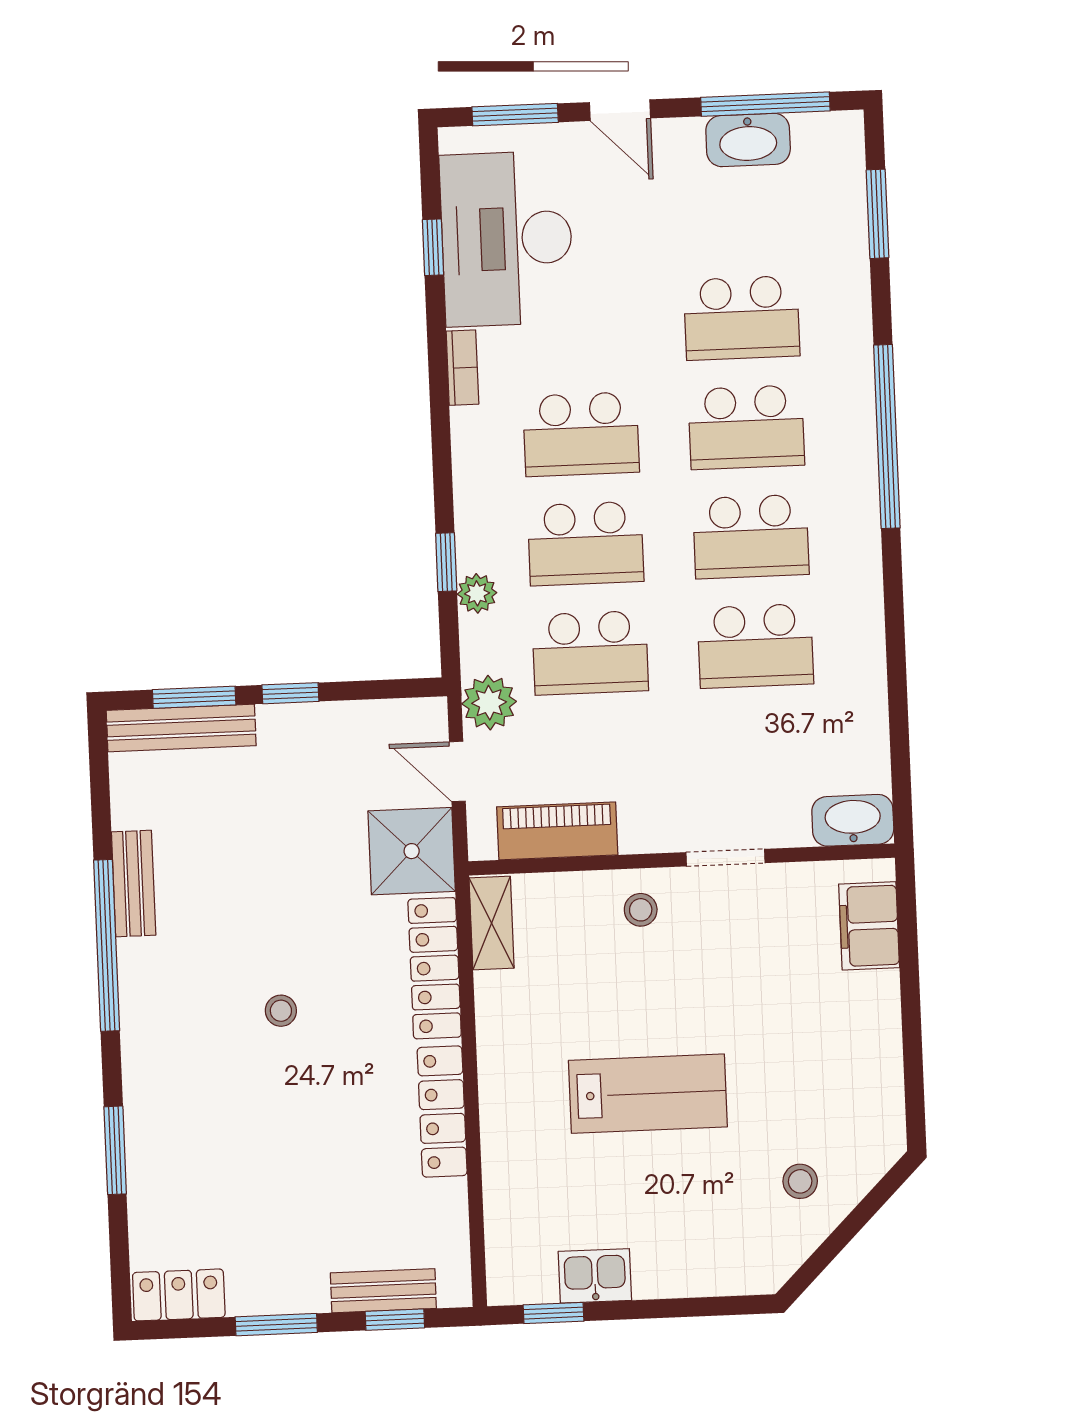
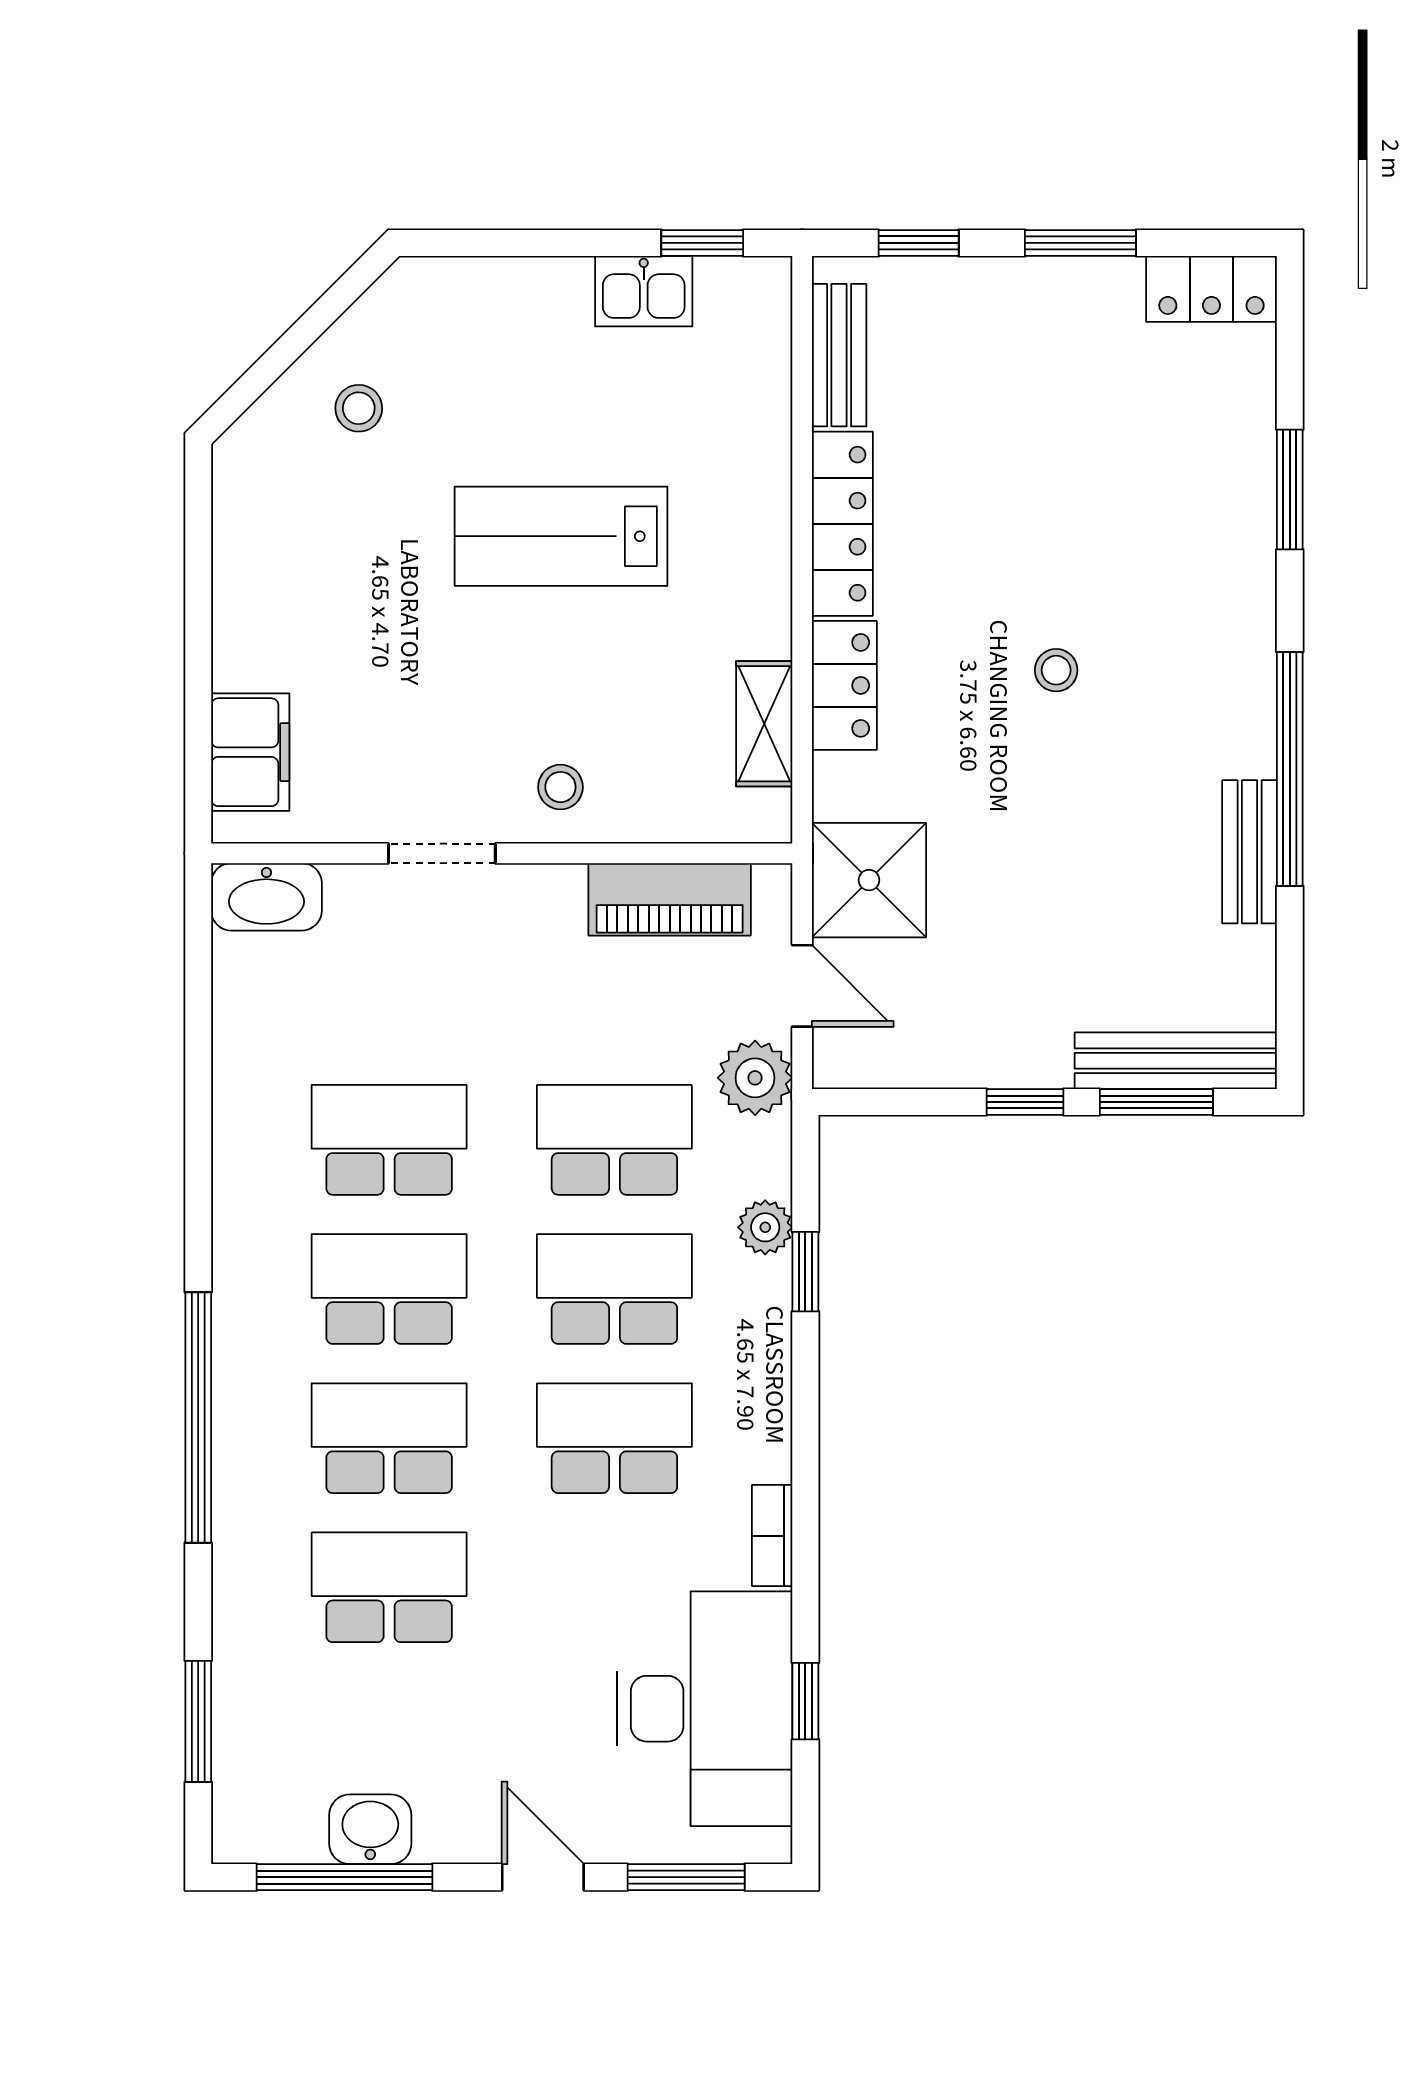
washbasin: (748, 140) -> (370, 1829), width x0.72
shelving: (492, 923) -> (764, 724), moved
locker: (435, 968) -> (844, 685), width x0.66
bench: (383, 1291) -> (839, 355), moved, turned 90

